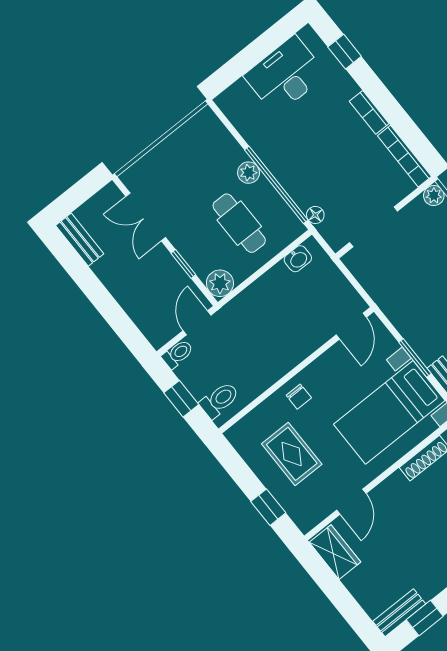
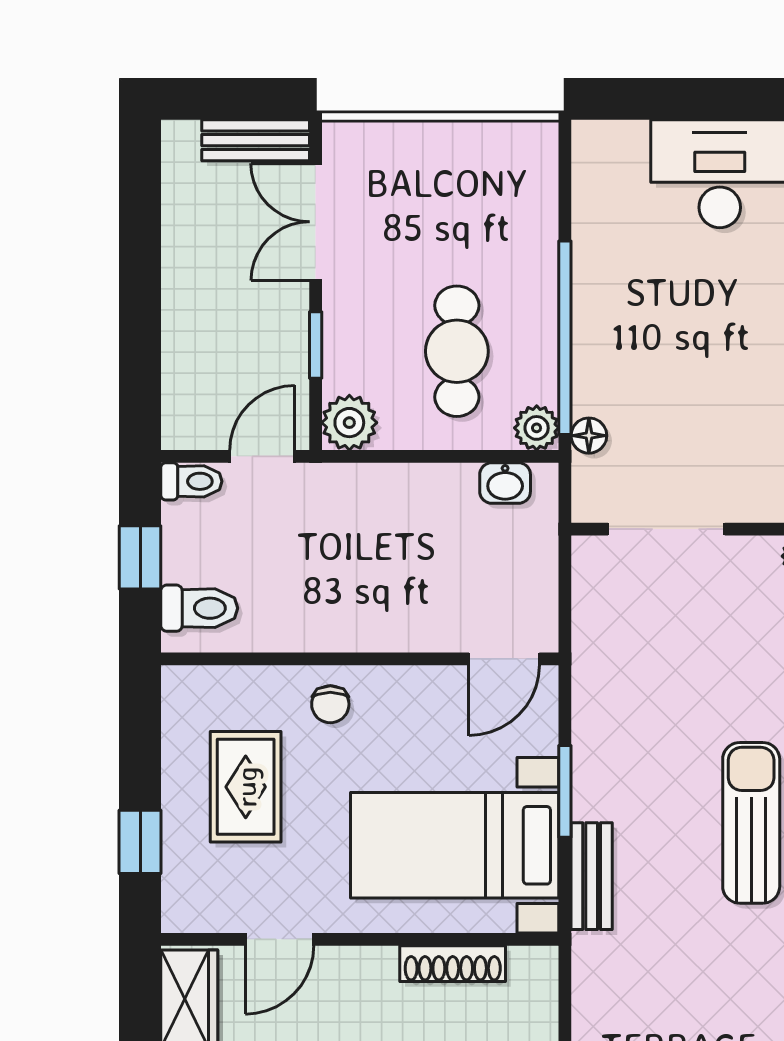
plant: (249, 173) -> (537, 428), moved
bench: (80, 240) -> (256, 140), moved, turned 90

